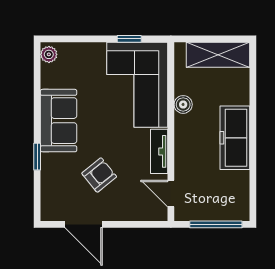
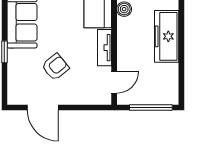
door: (171, 193) -> (114, 82), swing flipped

